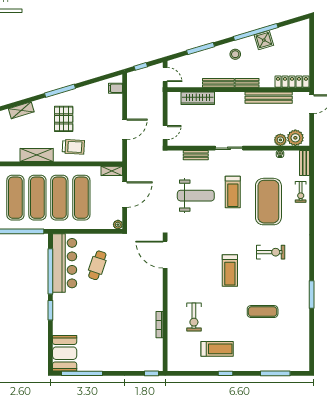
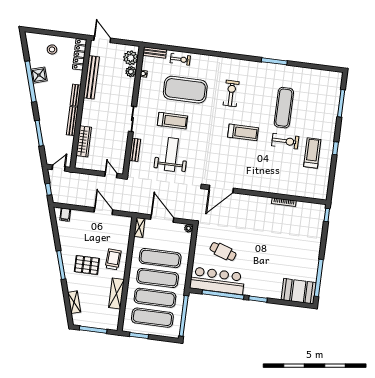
stool: (235, 54) -> (52, 49), moved
exercise mat: (263, 312) -> (284, 108), width x1.36, depth x1.45
exercise bike: (194, 317) -> (285, 141), moved

